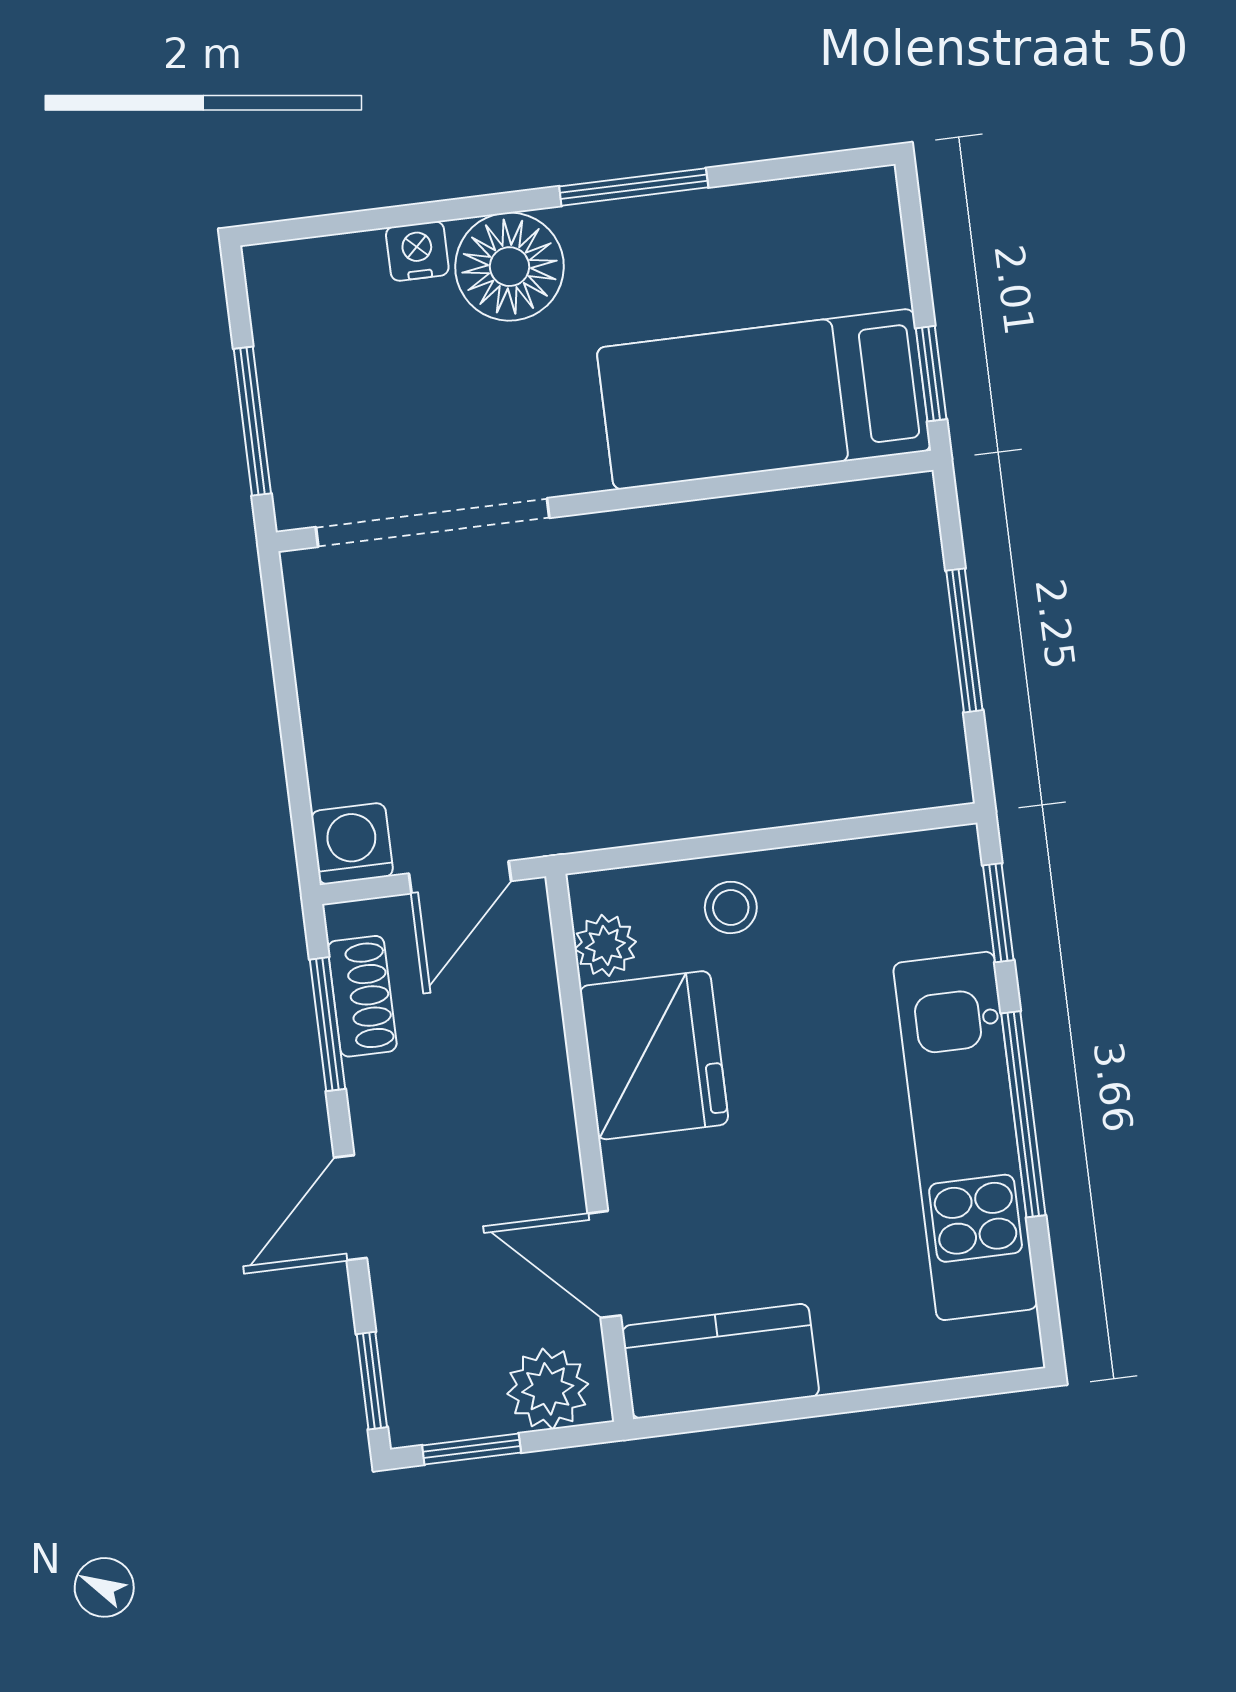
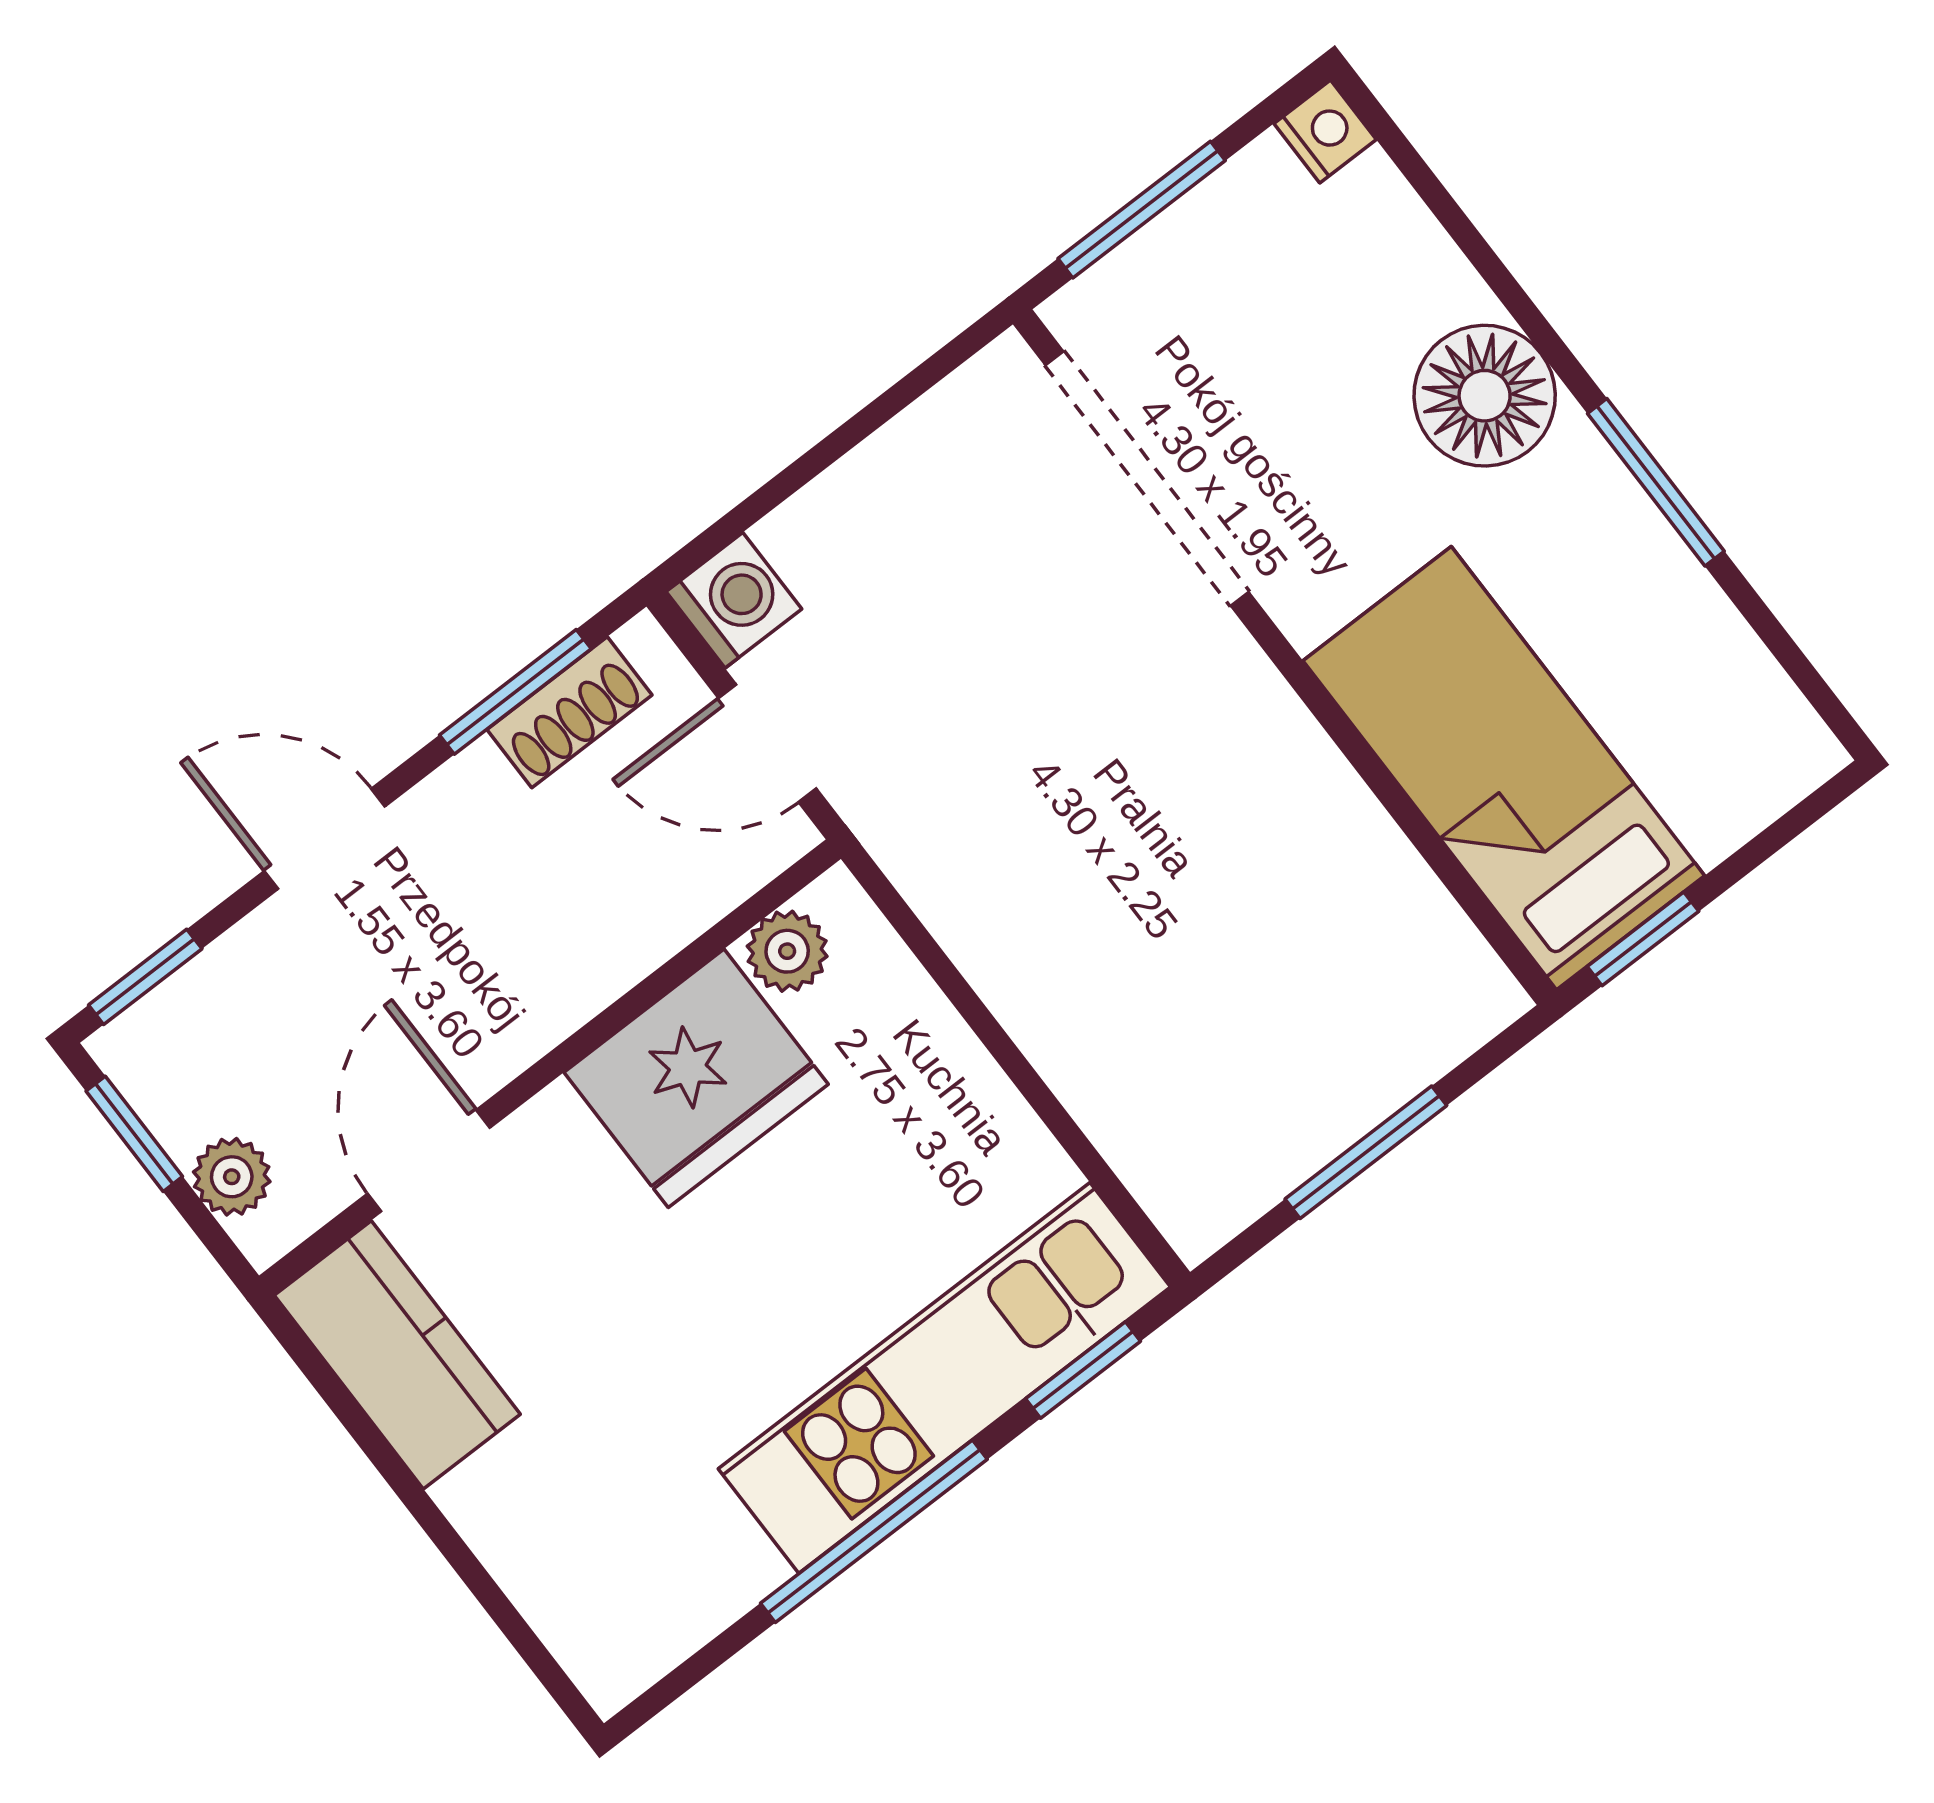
nightstand: (417, 251) -> (1325, 132), moved
stool: (731, 907) -> (912, 1067), removed
kitchen unit: (965, 1136) -> (944, 1378), moved
plant: (548, 1389) -> (232, 1177), width x0.73, depth x0.73

